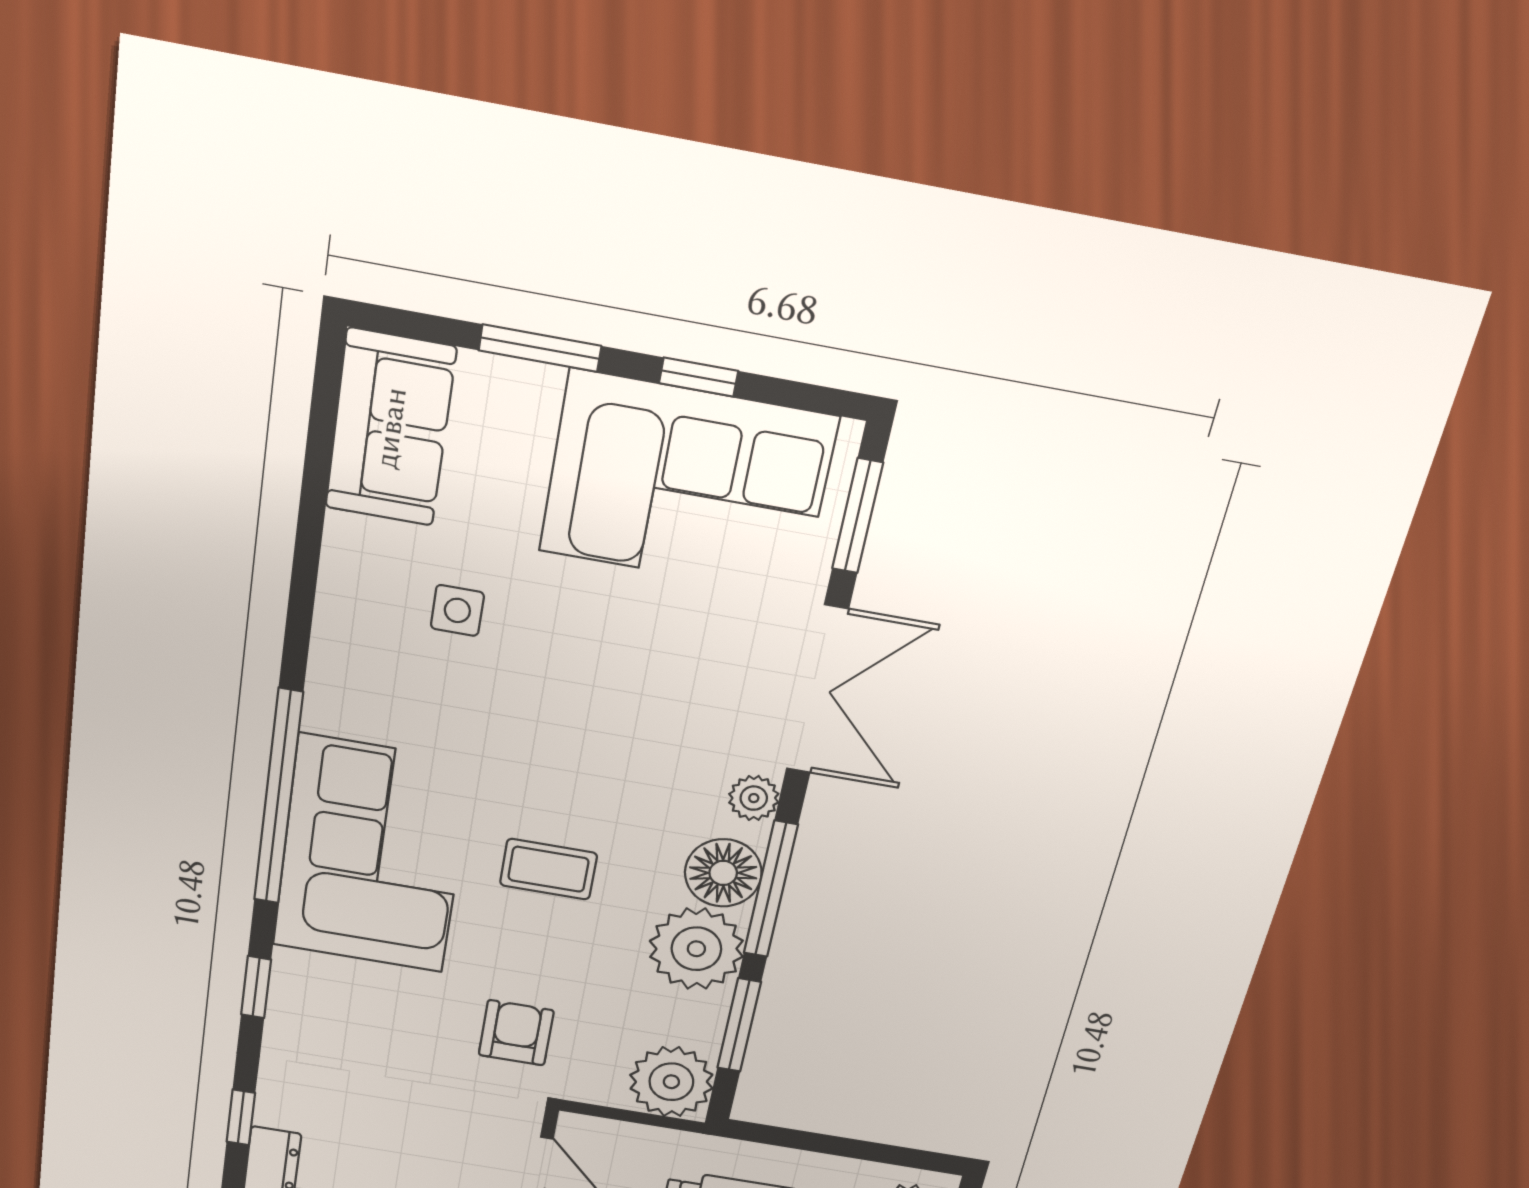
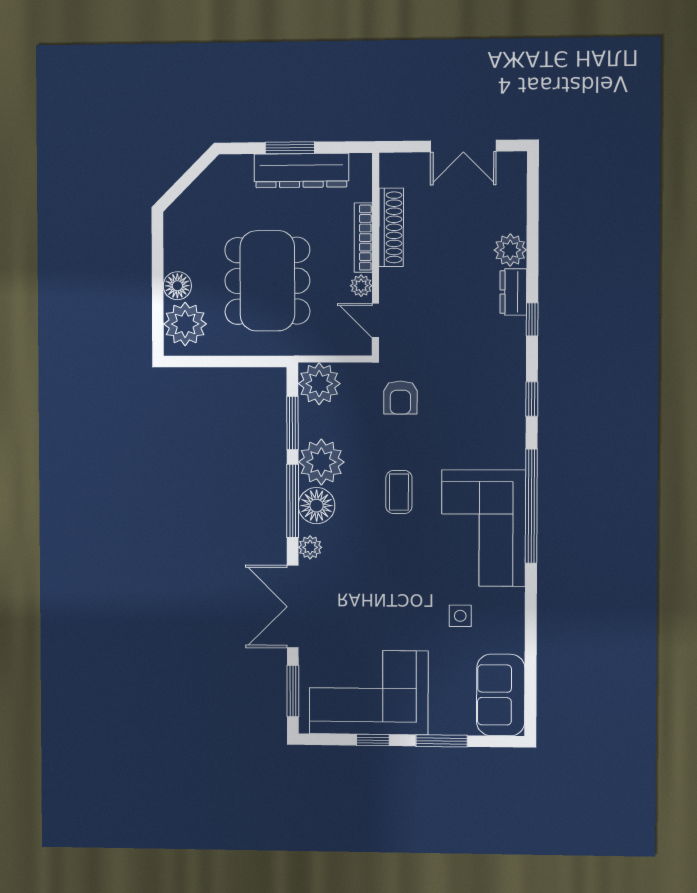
corner sofa: (372, 855) -> (483, 528), moved
coffee table: (548, 869) -> (399, 492), turned 90

